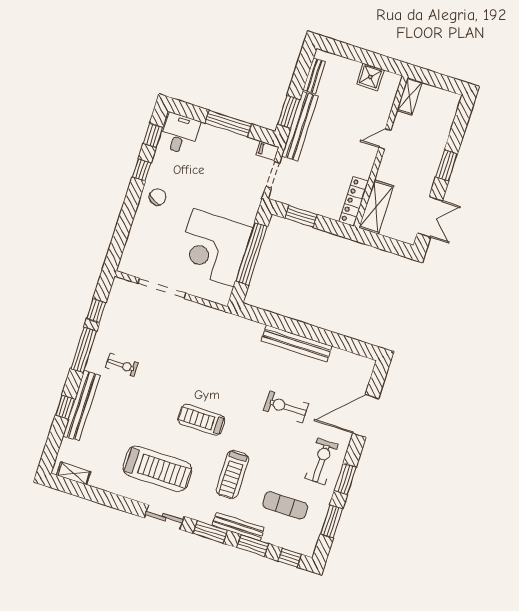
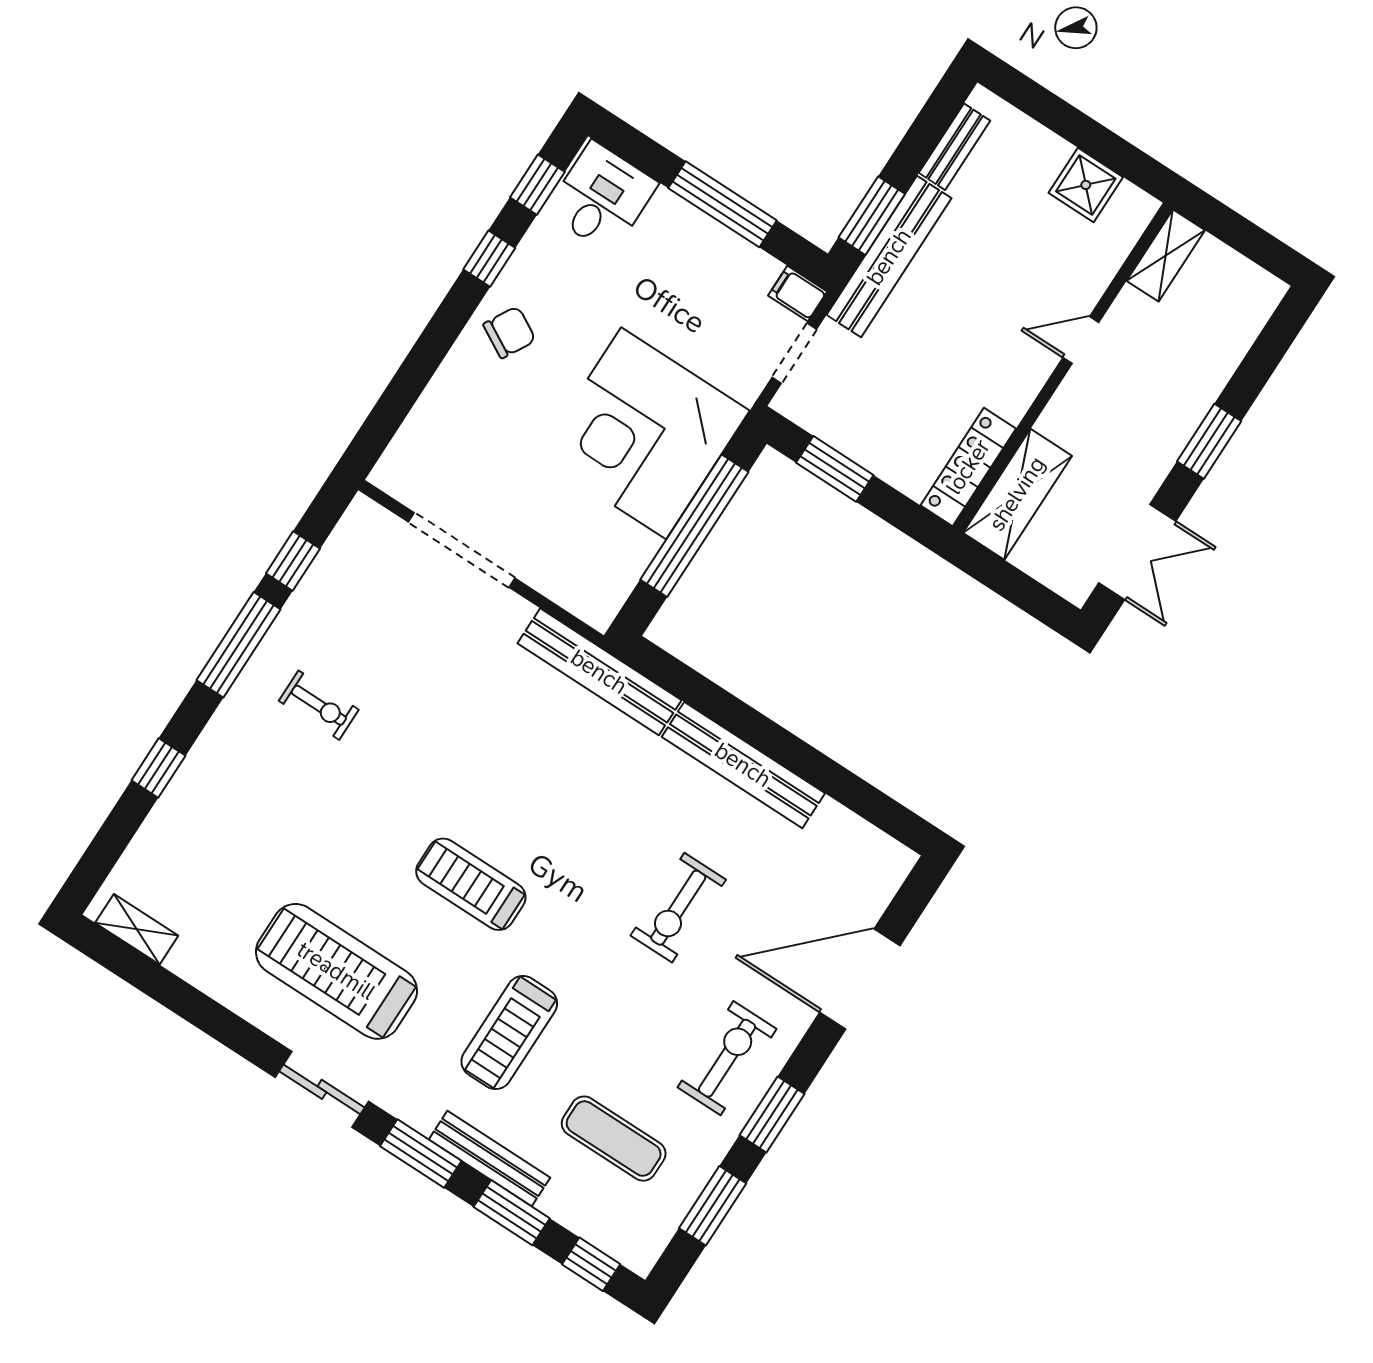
corner desk: (213, 248) -> (644, 433), moved
bench: (82, 405) -> (599, 672), moved, turned 90
exercise bike: (286, 407) -> (678, 908), turned -90
treadmill: (157, 469) -> (336, 971), turned 180

